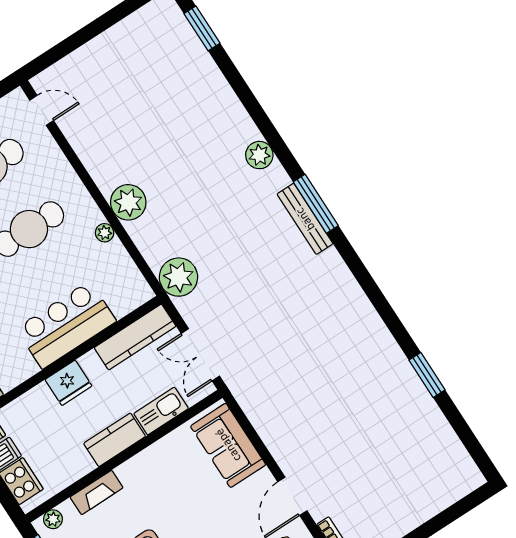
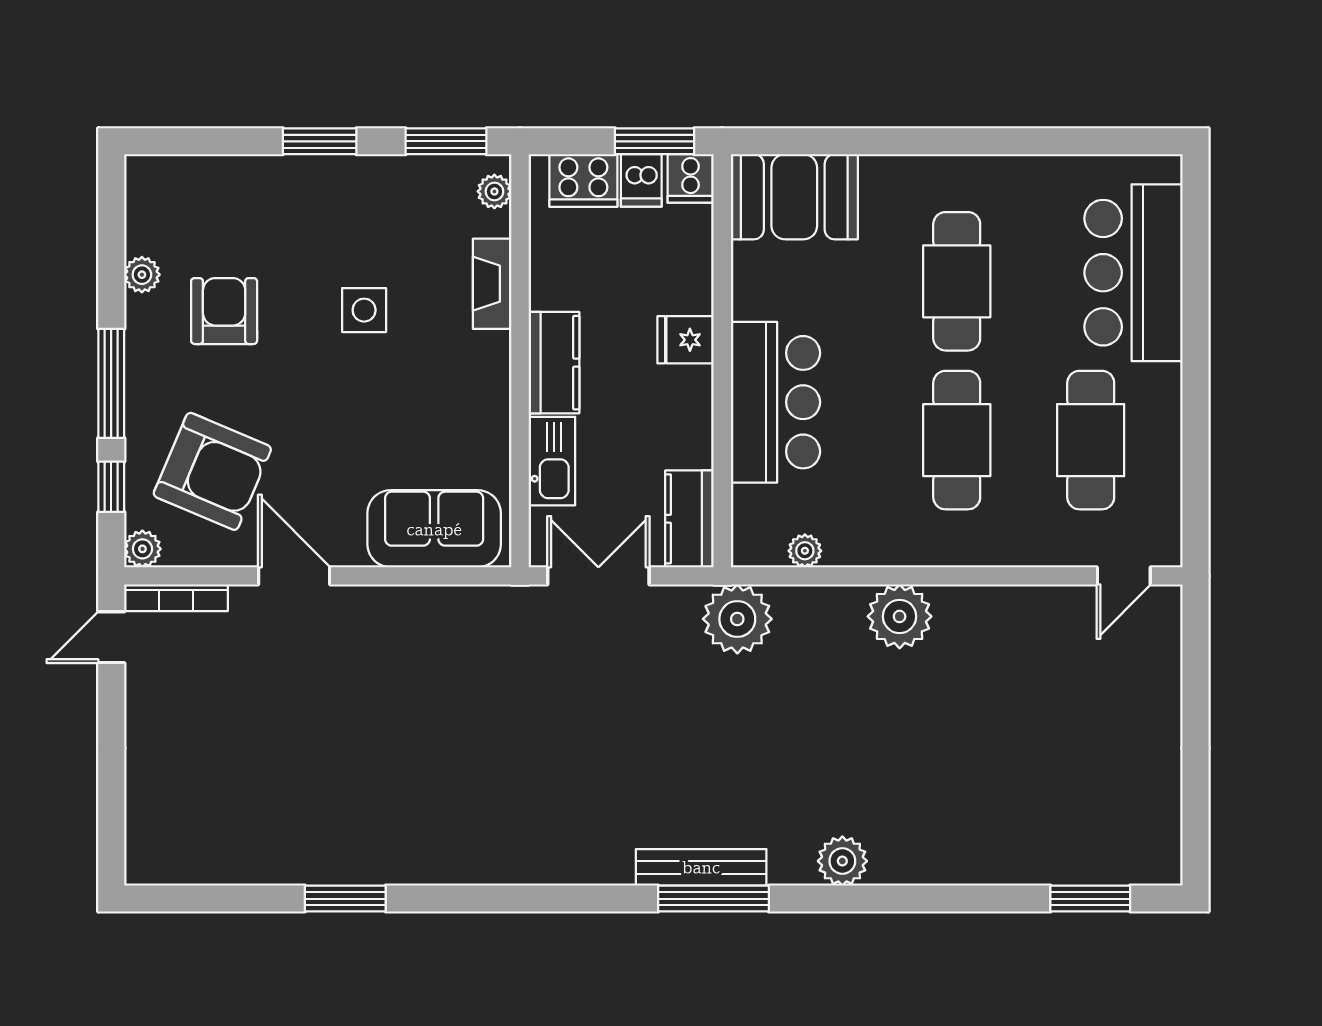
plant: (105, 233) -> (805, 551), moved
kitchen counter: (135, 337) -> (689, 519), width x0.67
fridge: (68, 383) -> (685, 340), width x0.72

